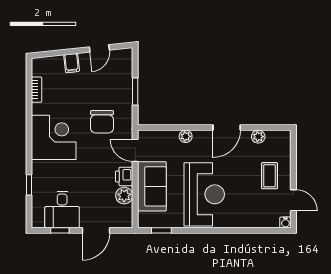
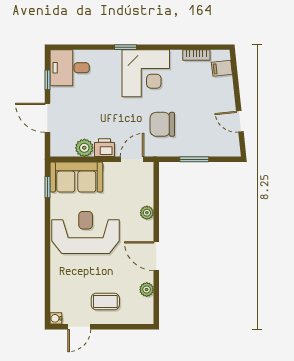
filing cabinet: (72, 63) -> (222, 68), moved
window: (29, 185) -> (126, 47), moved
sofa: (152, 186) -> (76, 177), moved
reception desk: (204, 194) -> (86, 232), turned 180
desk: (62, 209) -> (70, 68), moved

